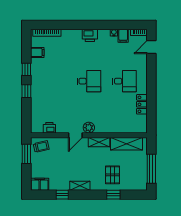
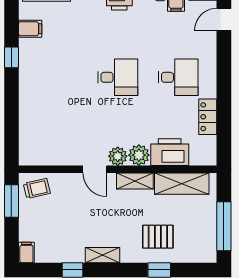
window: (26, 91) -> (11, 94), removed
plant: (101, 127) -> (139, 155), added
printer: (49, 128) -> (170, 152), moved, width x1.87, depth x1.48
door: (75, 135) -> (95, 169), hinge flipped
pallet: (112, 175) -> (158, 237), turned 90
filing cabinet: (40, 184) -> (26, 252), width x0.50

